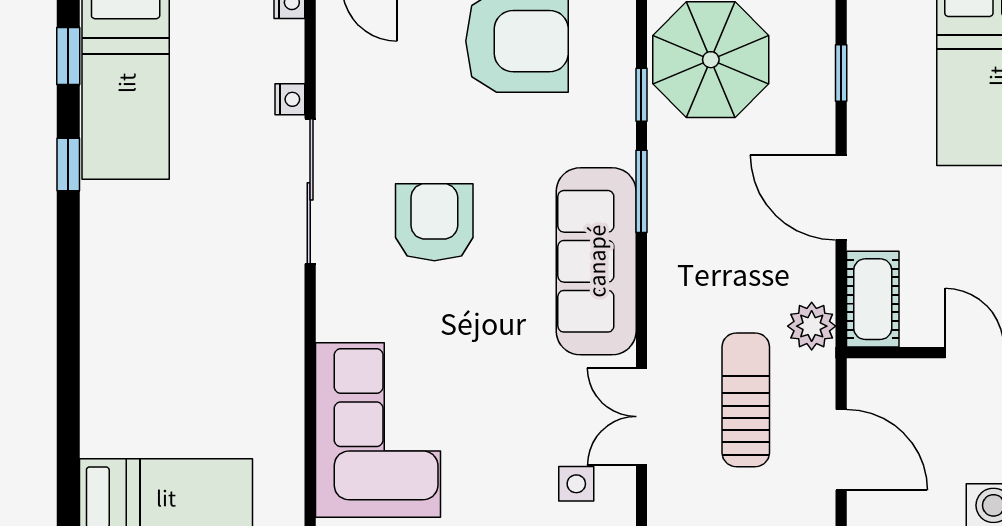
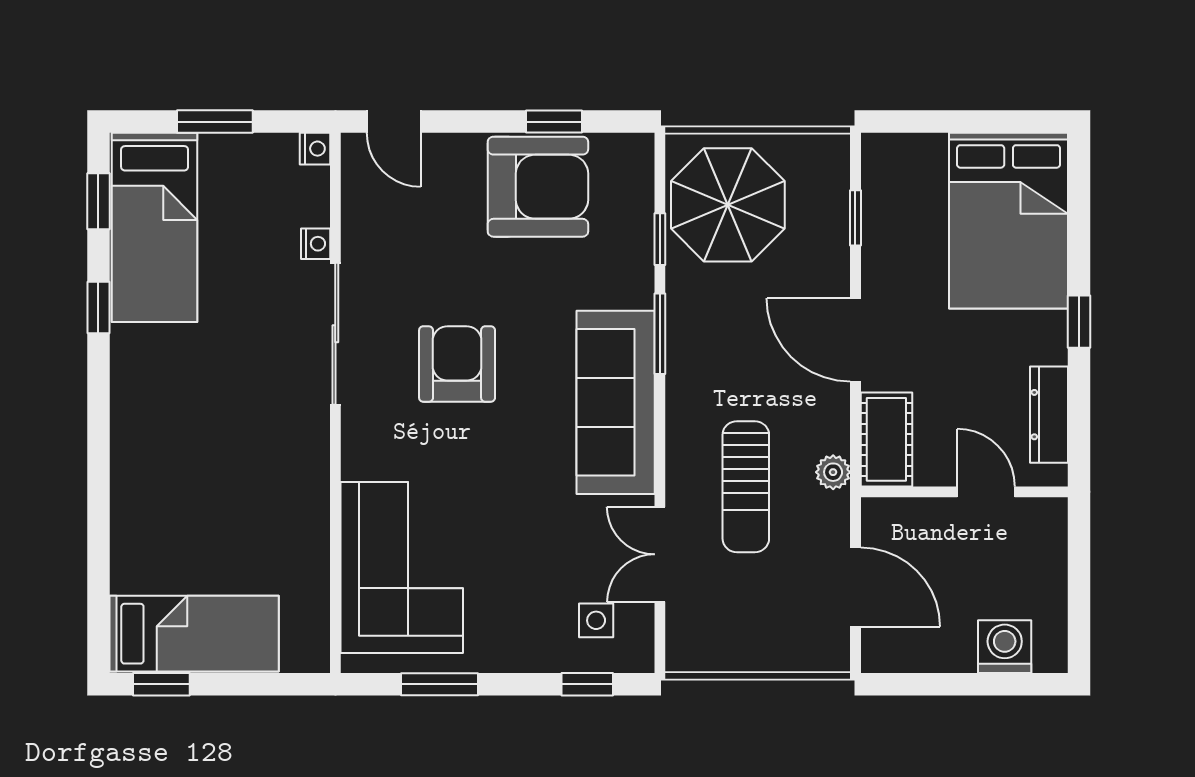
plant: (812, 326) -> (833, 472), width x0.73, depth x0.73
sun lounger: (746, 400) -> (746, 487), moved, turned 180

